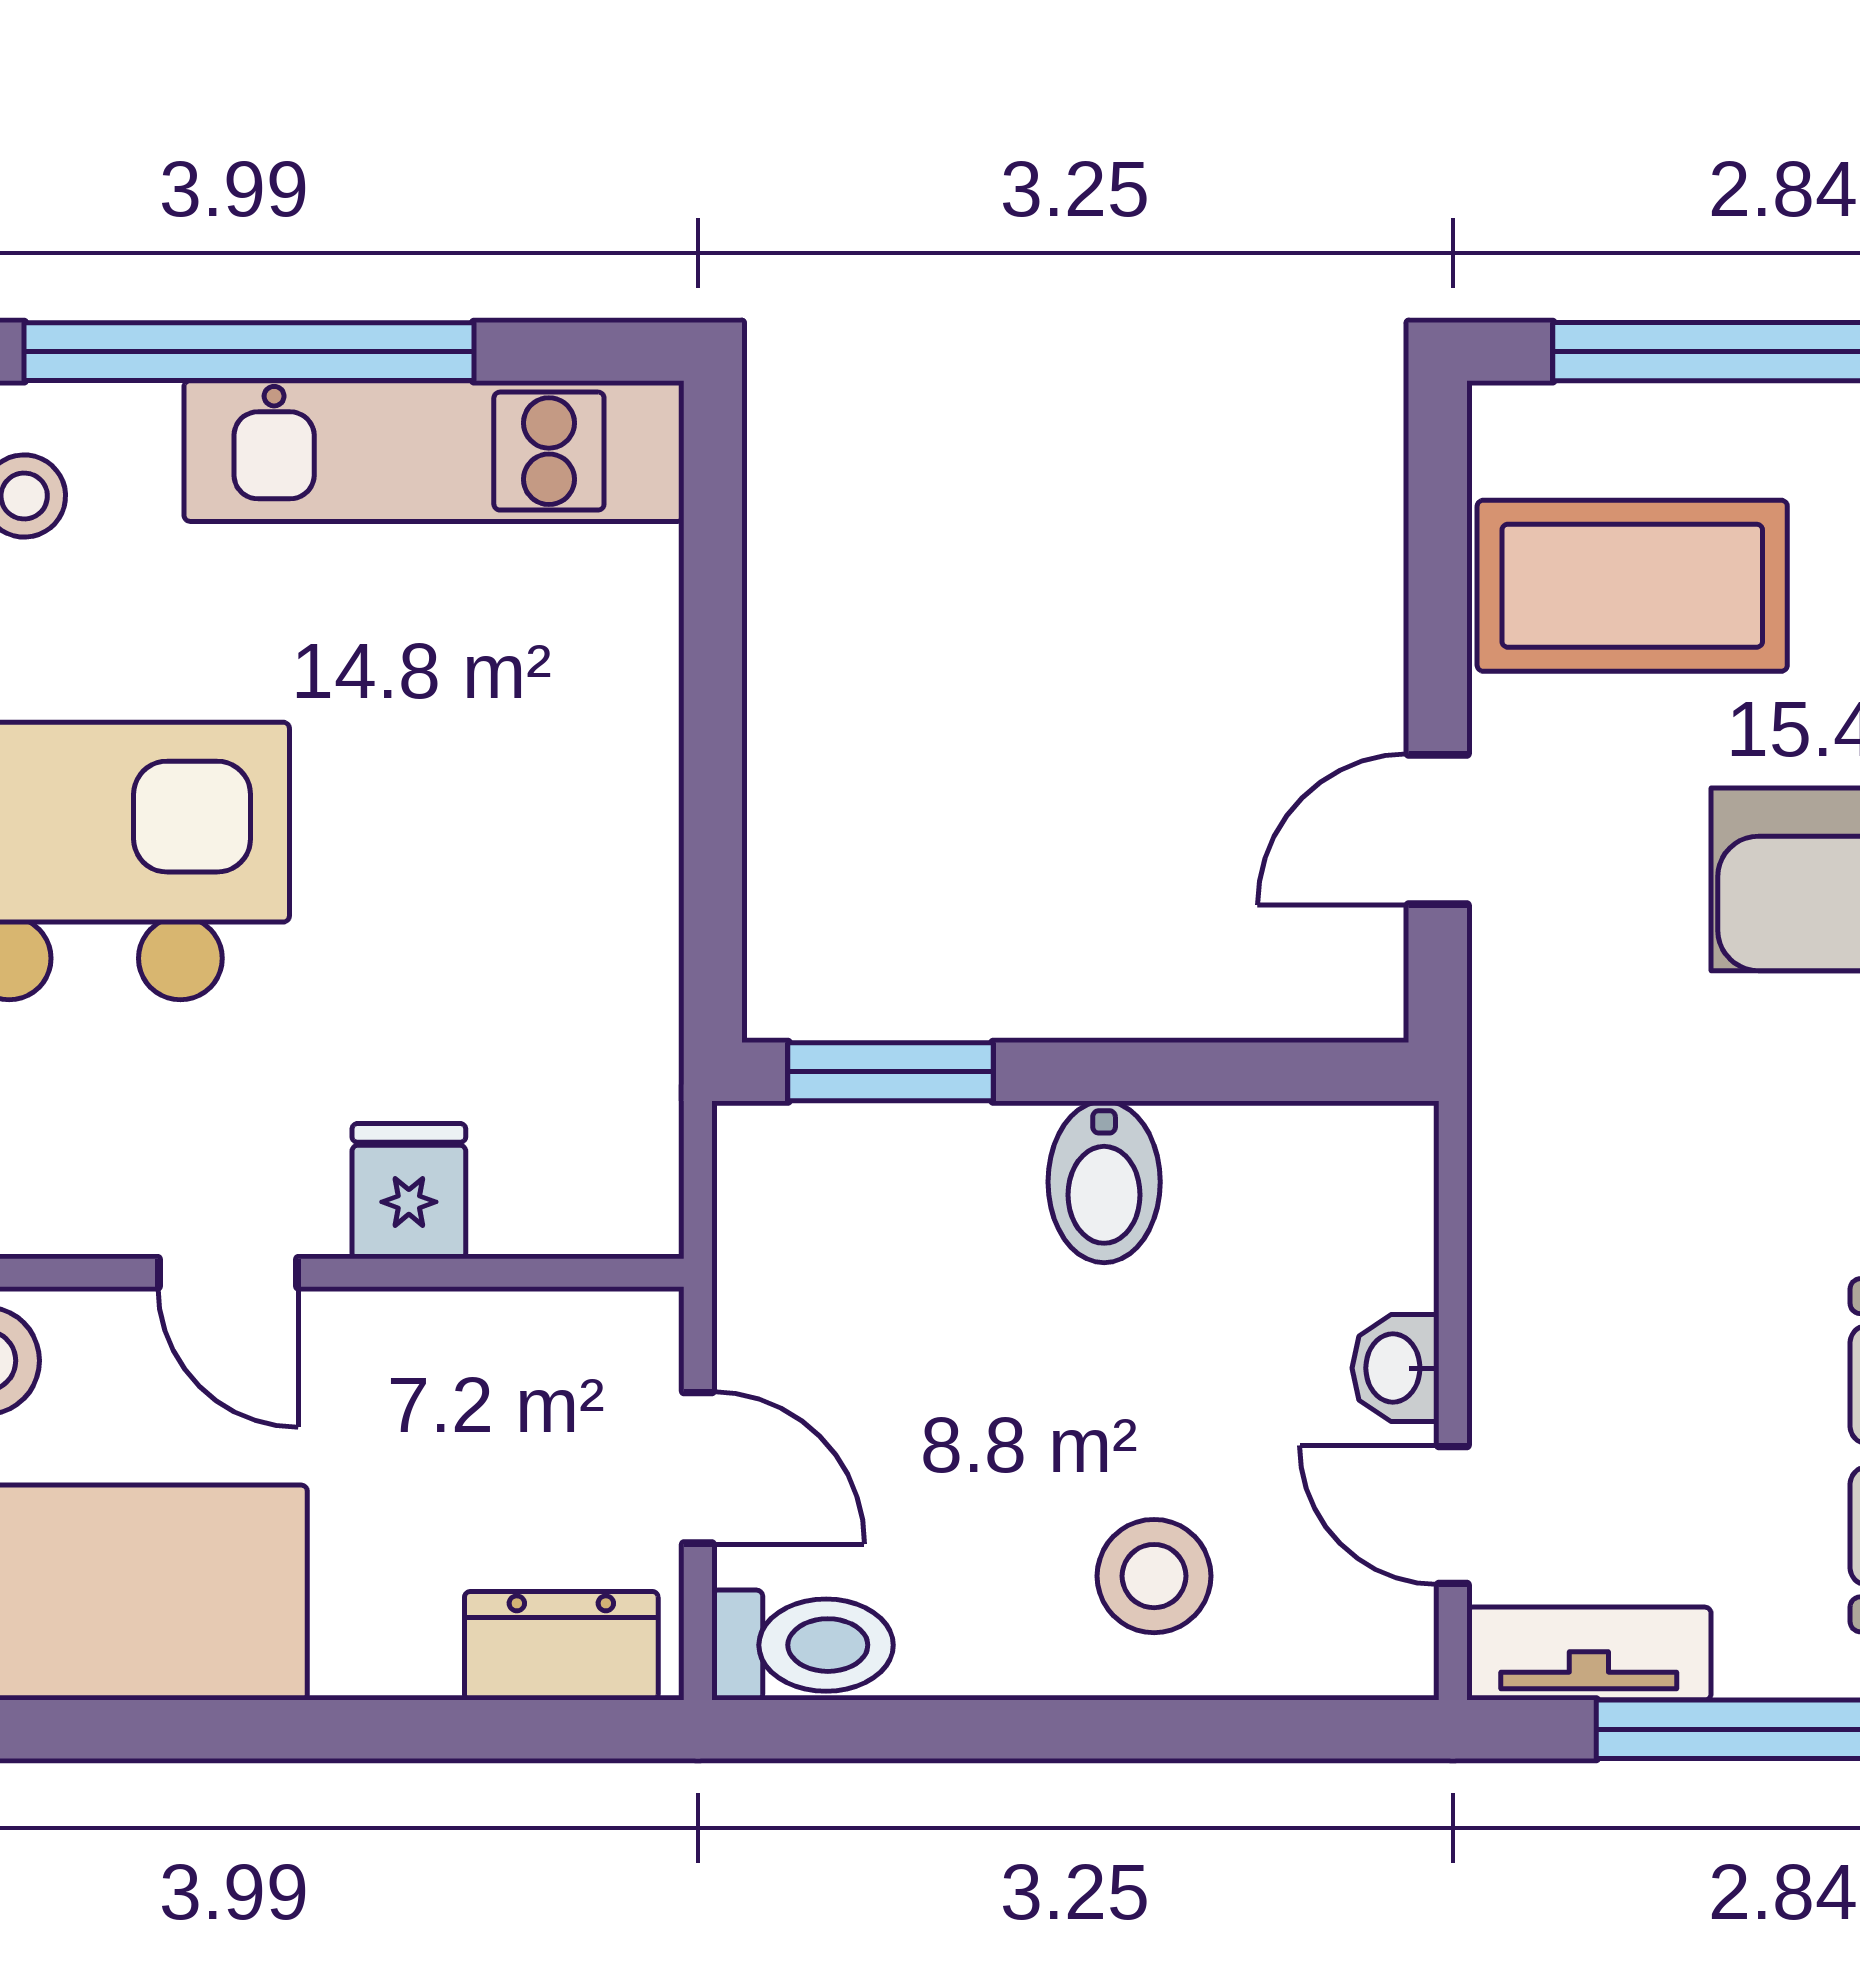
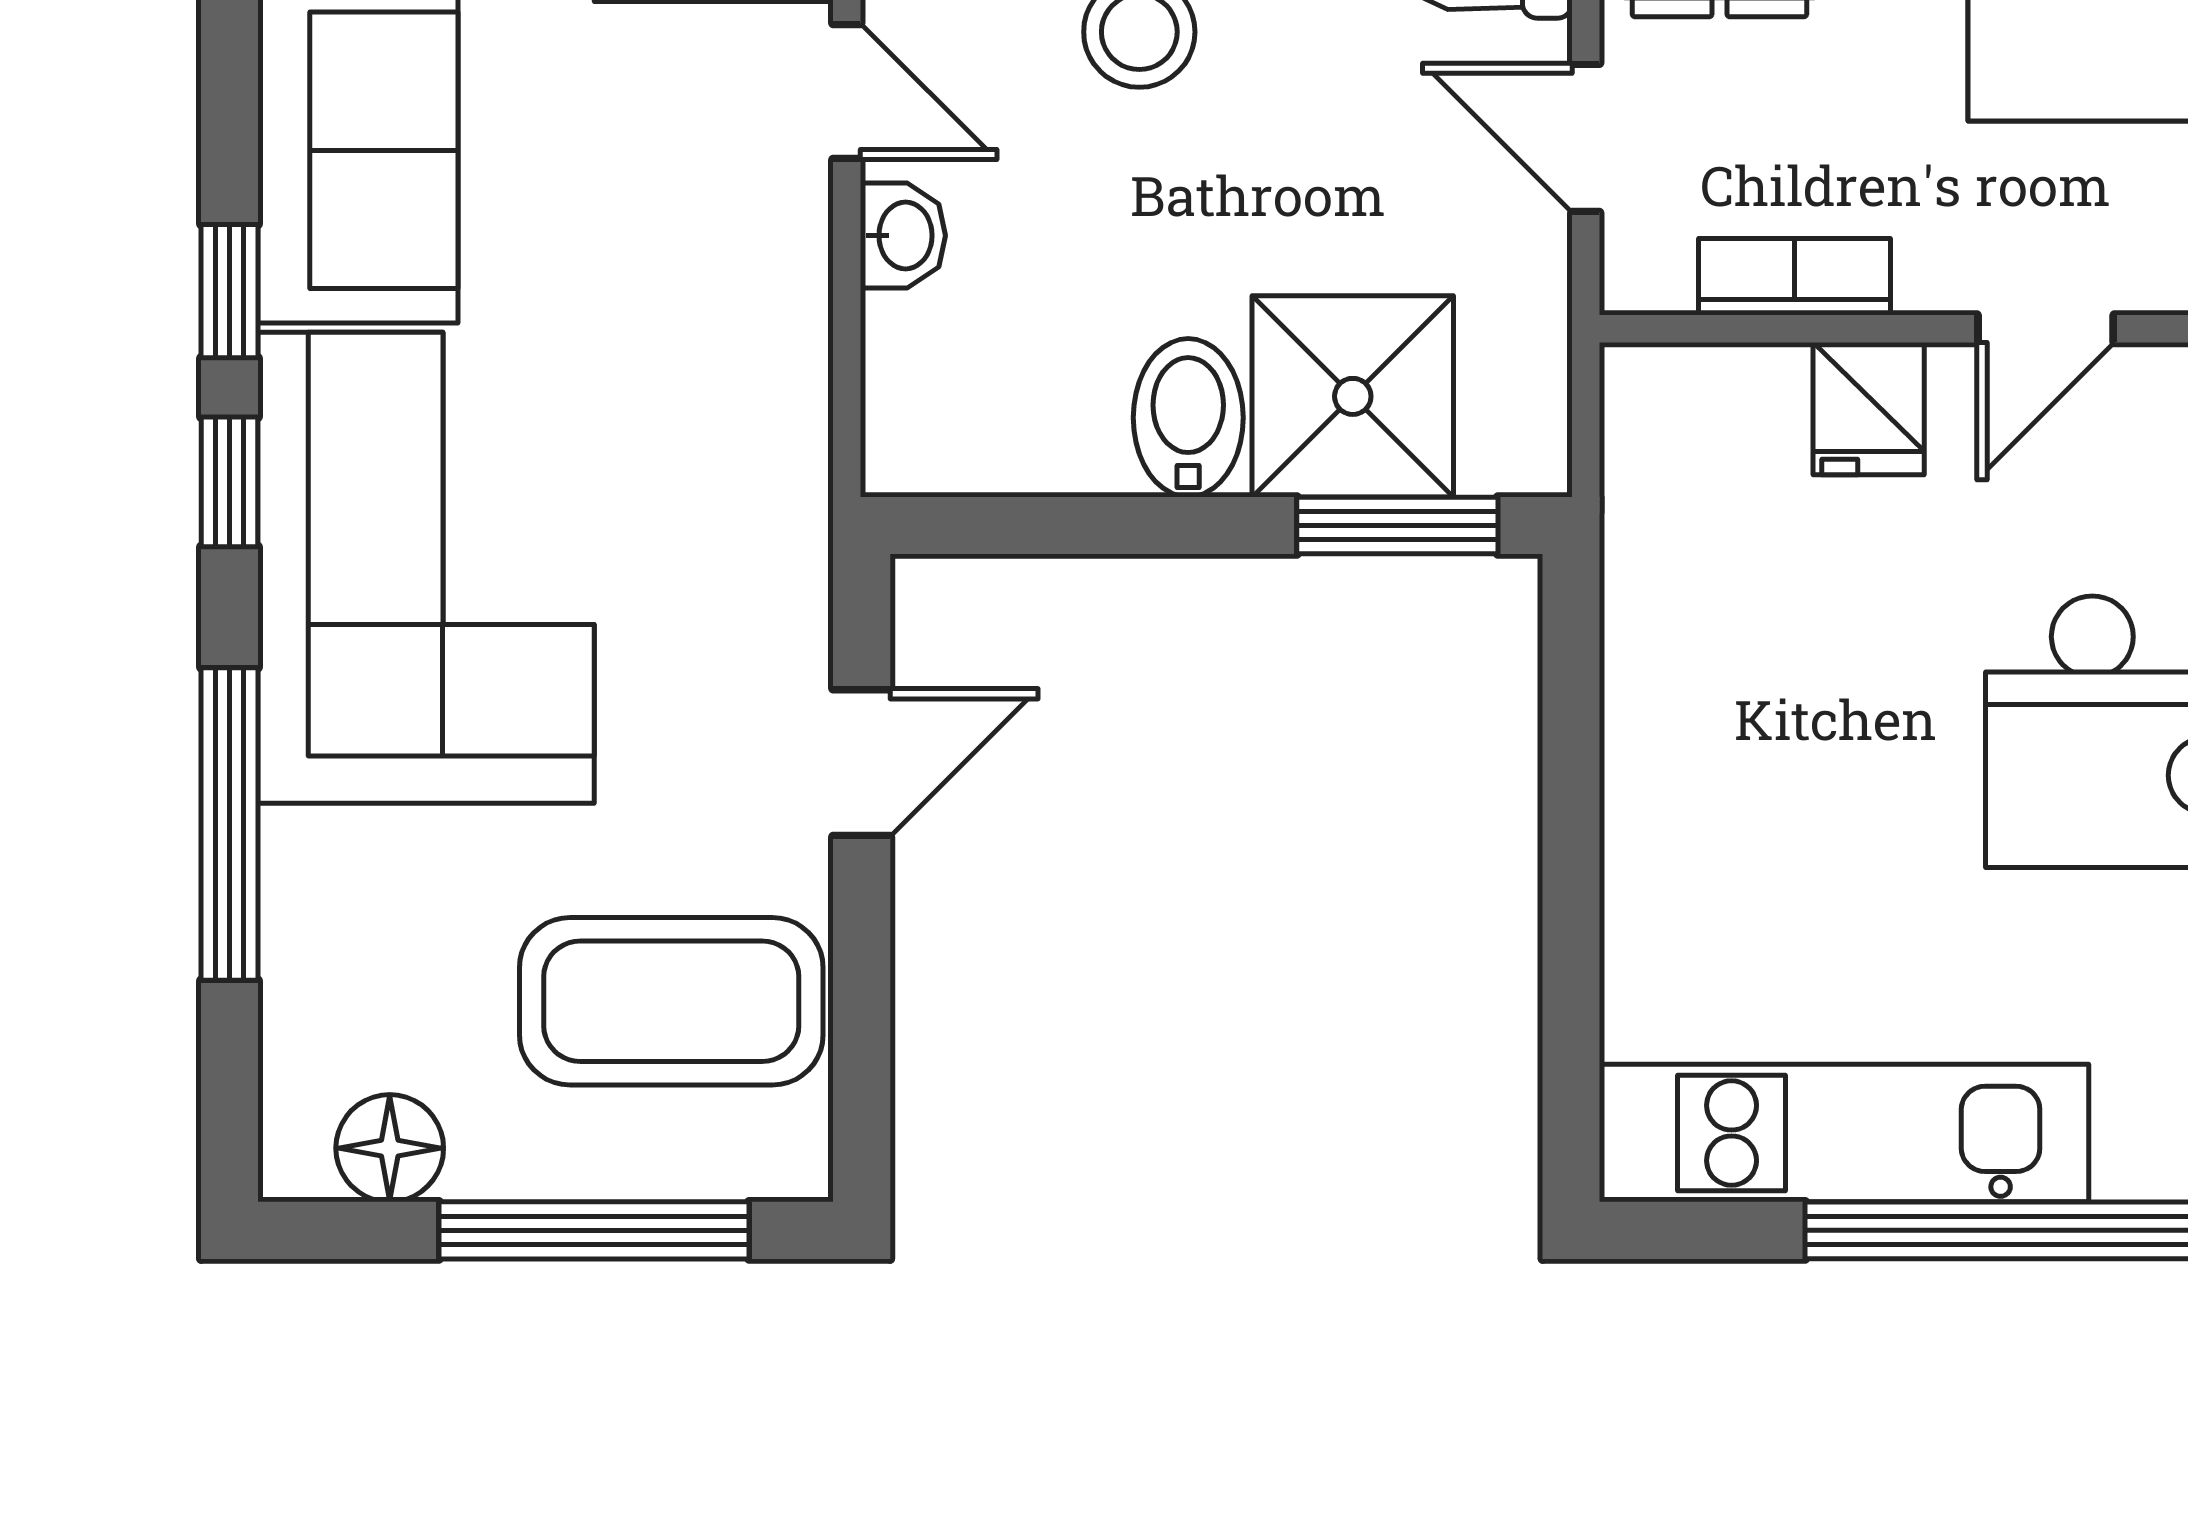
shower: (936, 1204) -> (1353, 396), added
door: (228, 1273) -> (2046, 329), swing flipped
bookcase: (485, 1326) -> (1794, 277), added

